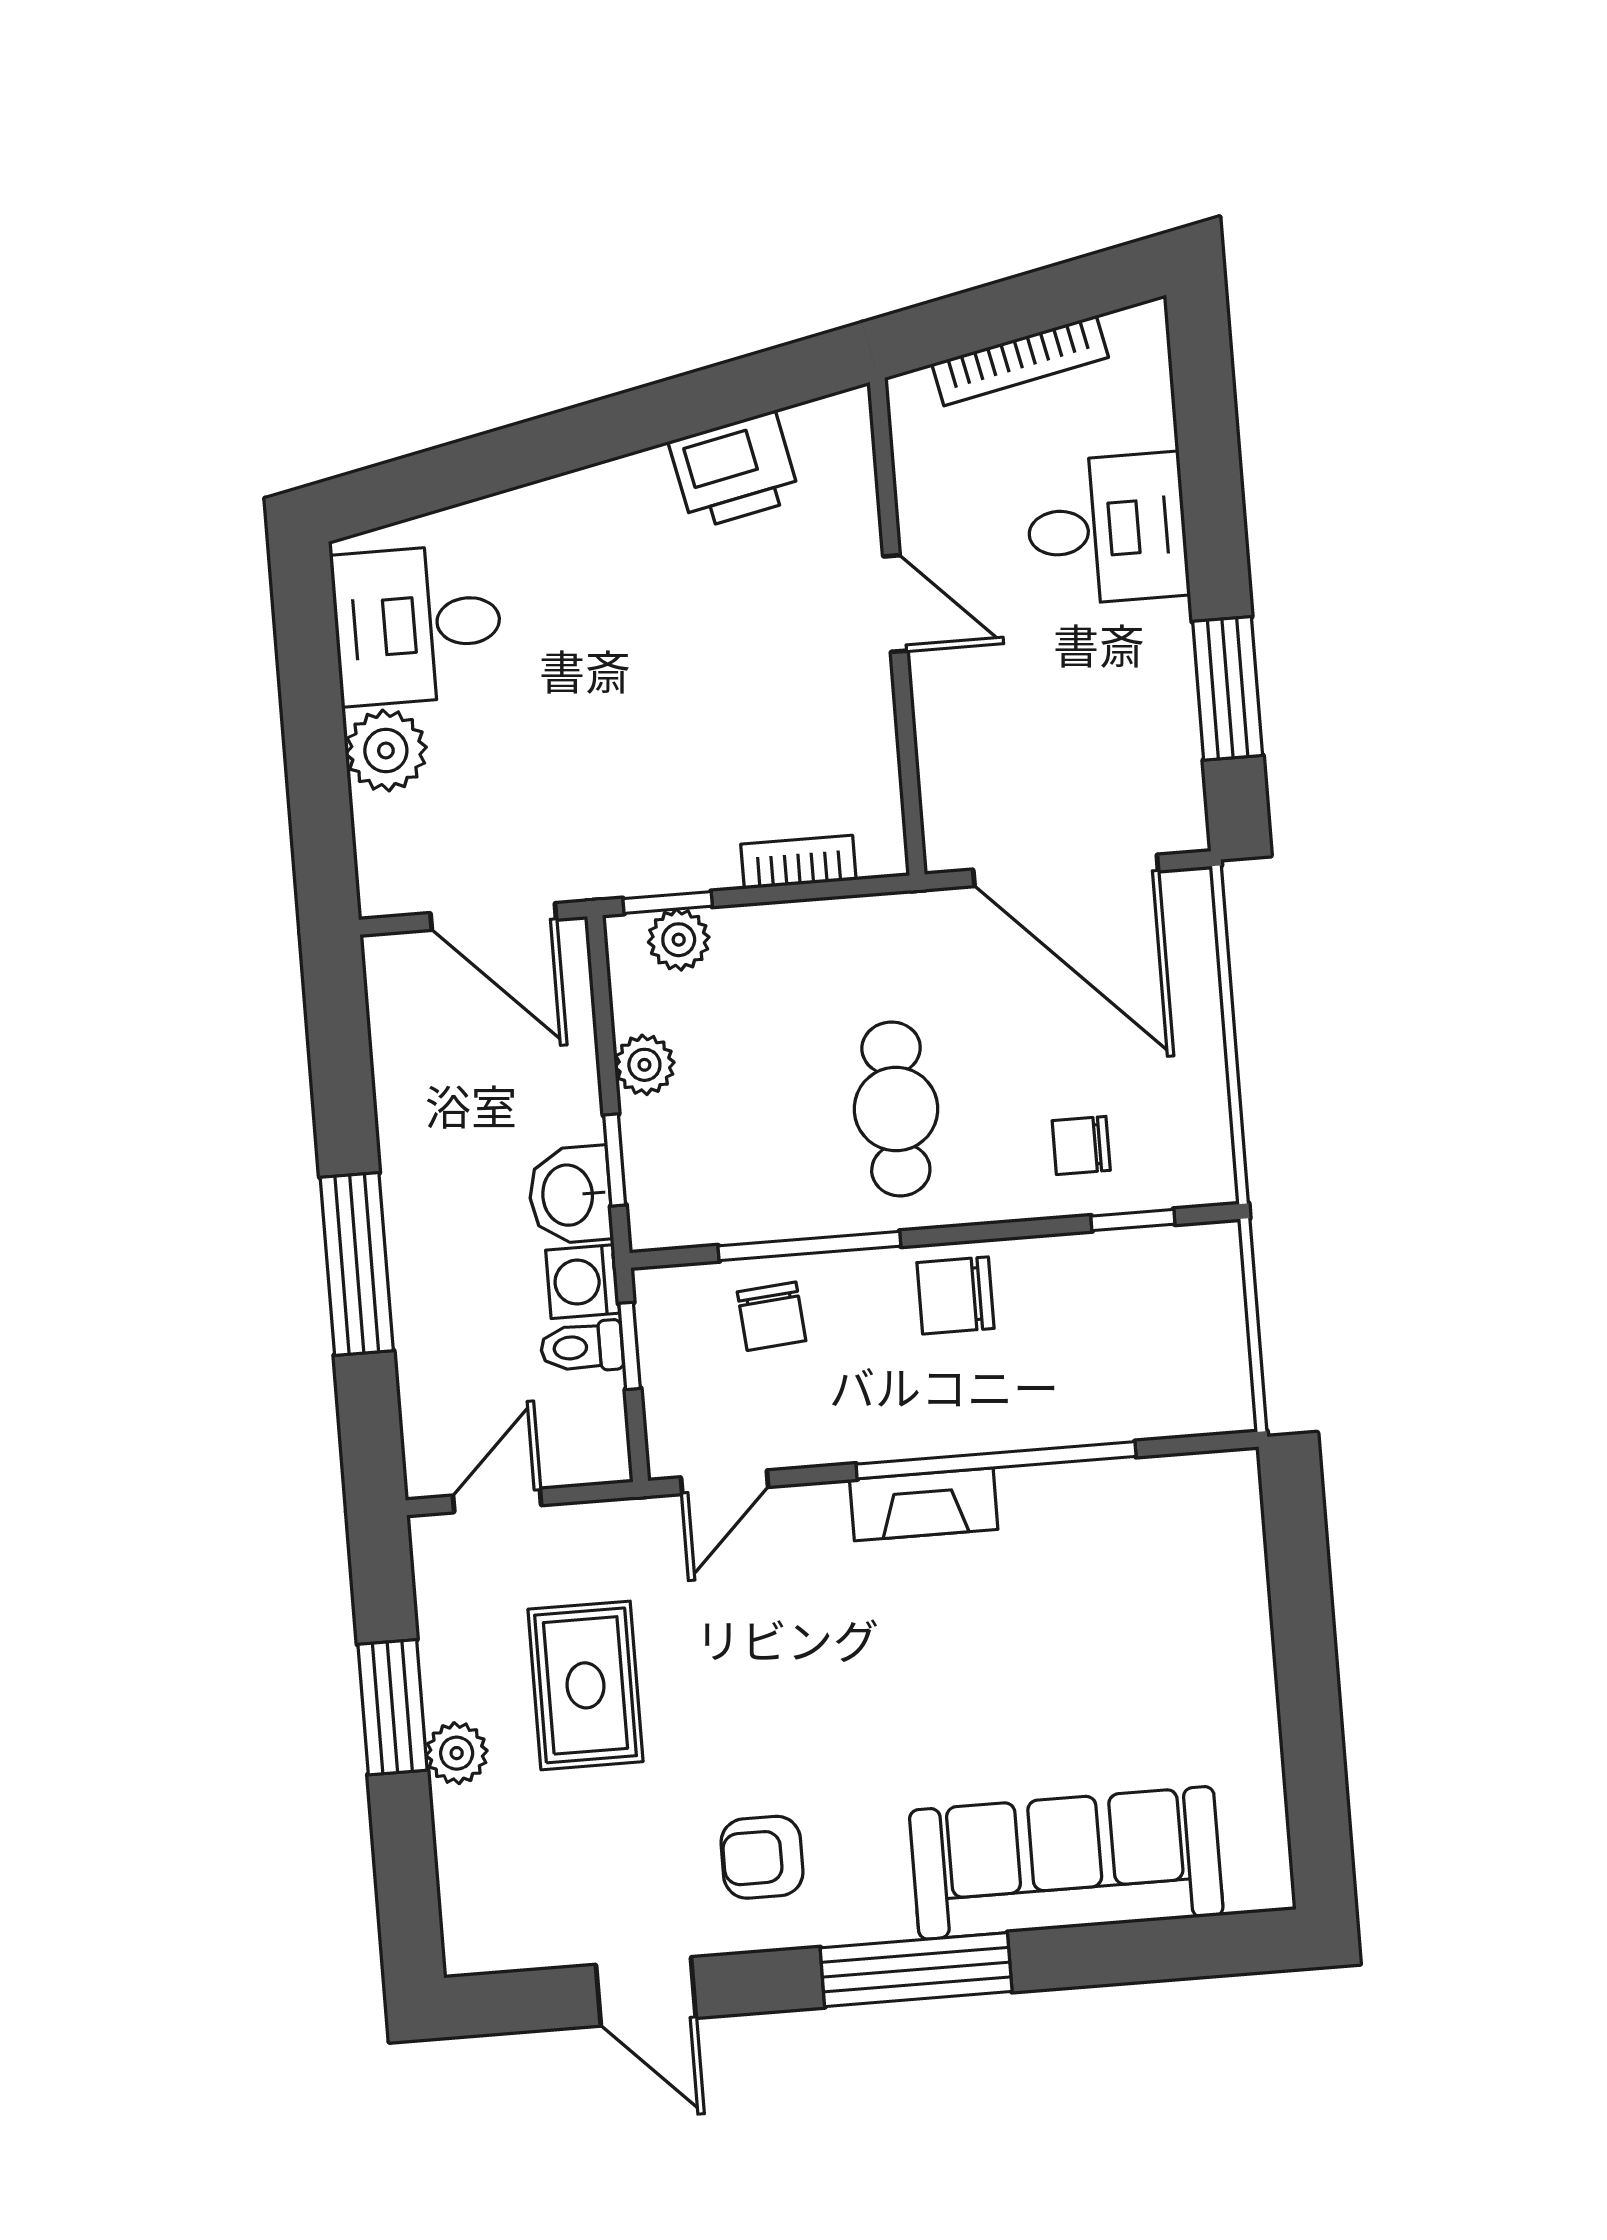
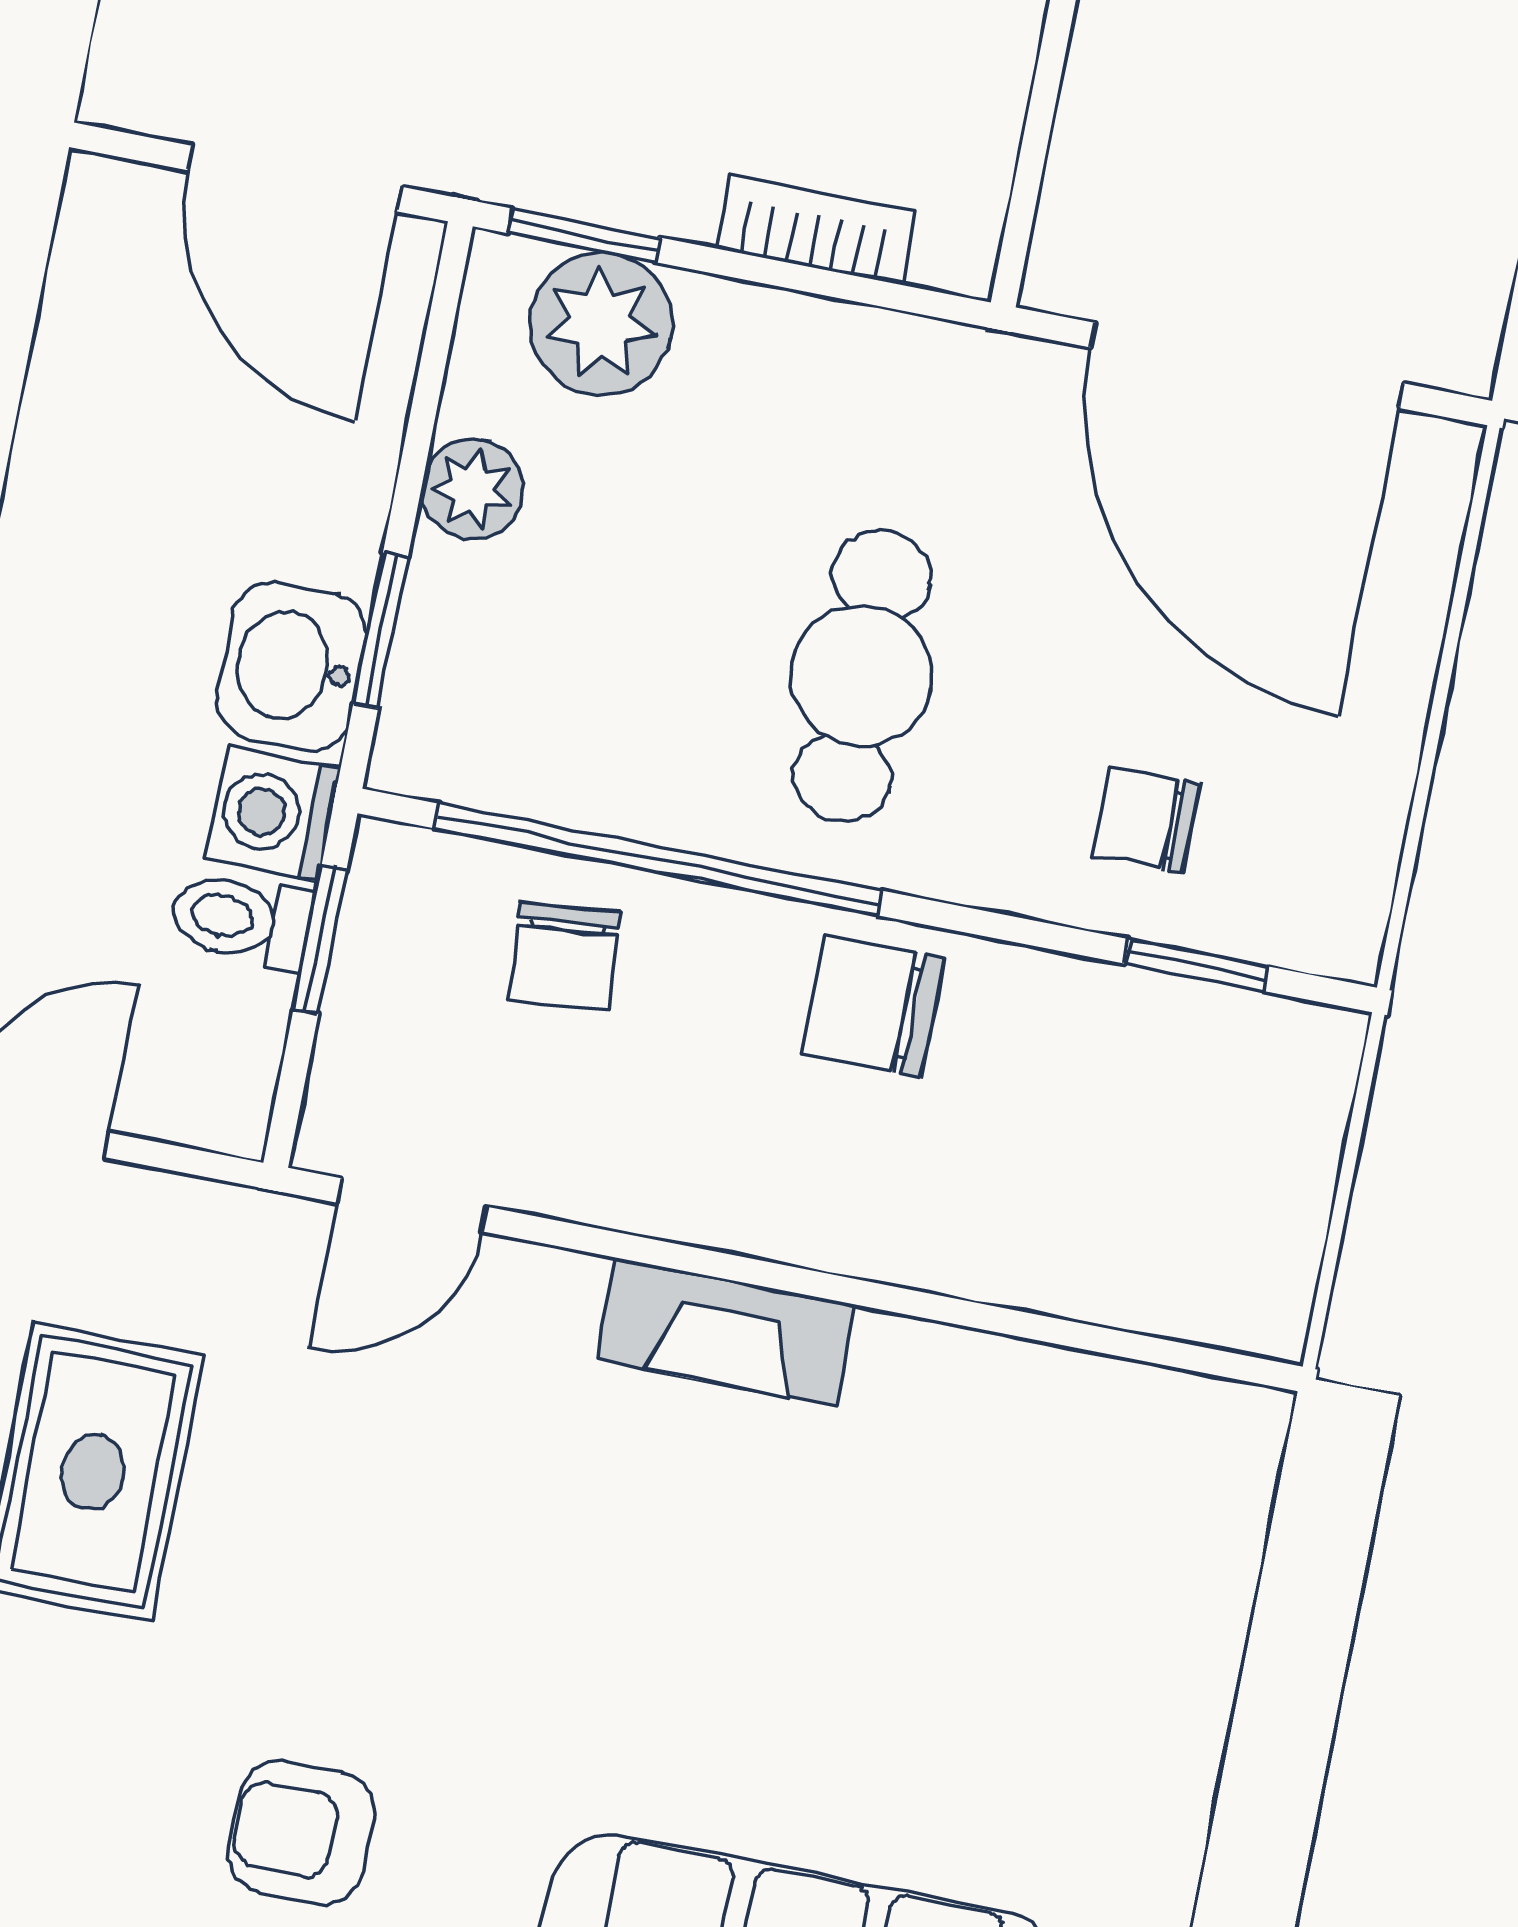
plant: (679, 940) -> (601, 324), width x1.38, depth x1.38
window: (809, 1246) -> (658, 859), width x1.46
window: (996, 1460) -> (864, 1293), removed

